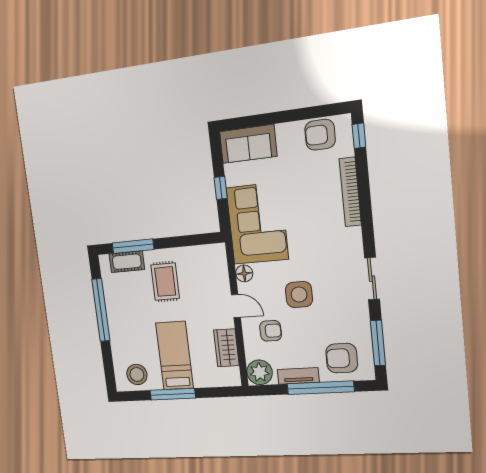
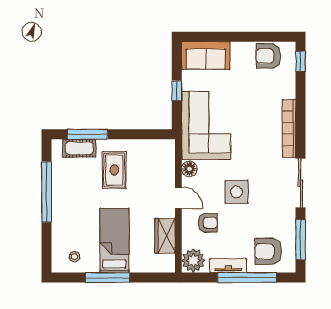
bookcase: (350, 192) -> (289, 128), moved
sliding door: (372, 279) -> (300, 183), width x1.37
stool: (137, 374) -> (74, 257), width x0.53, depth x0.53

